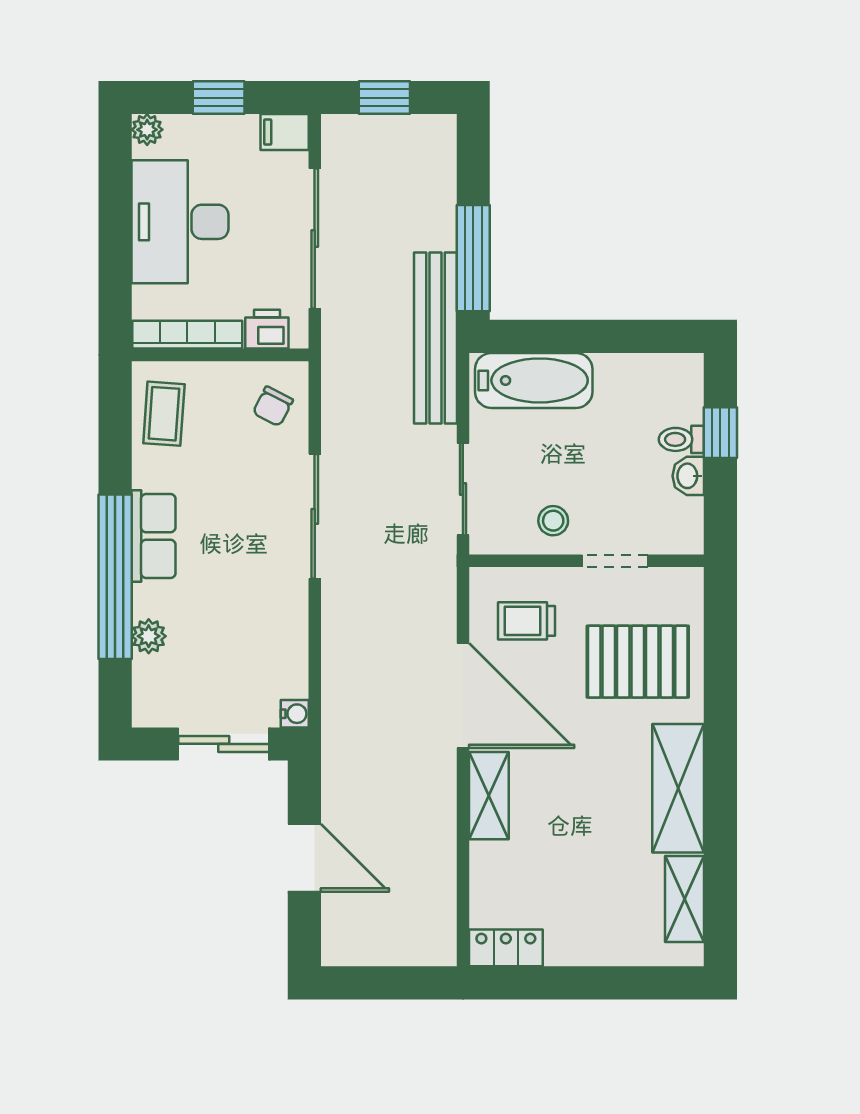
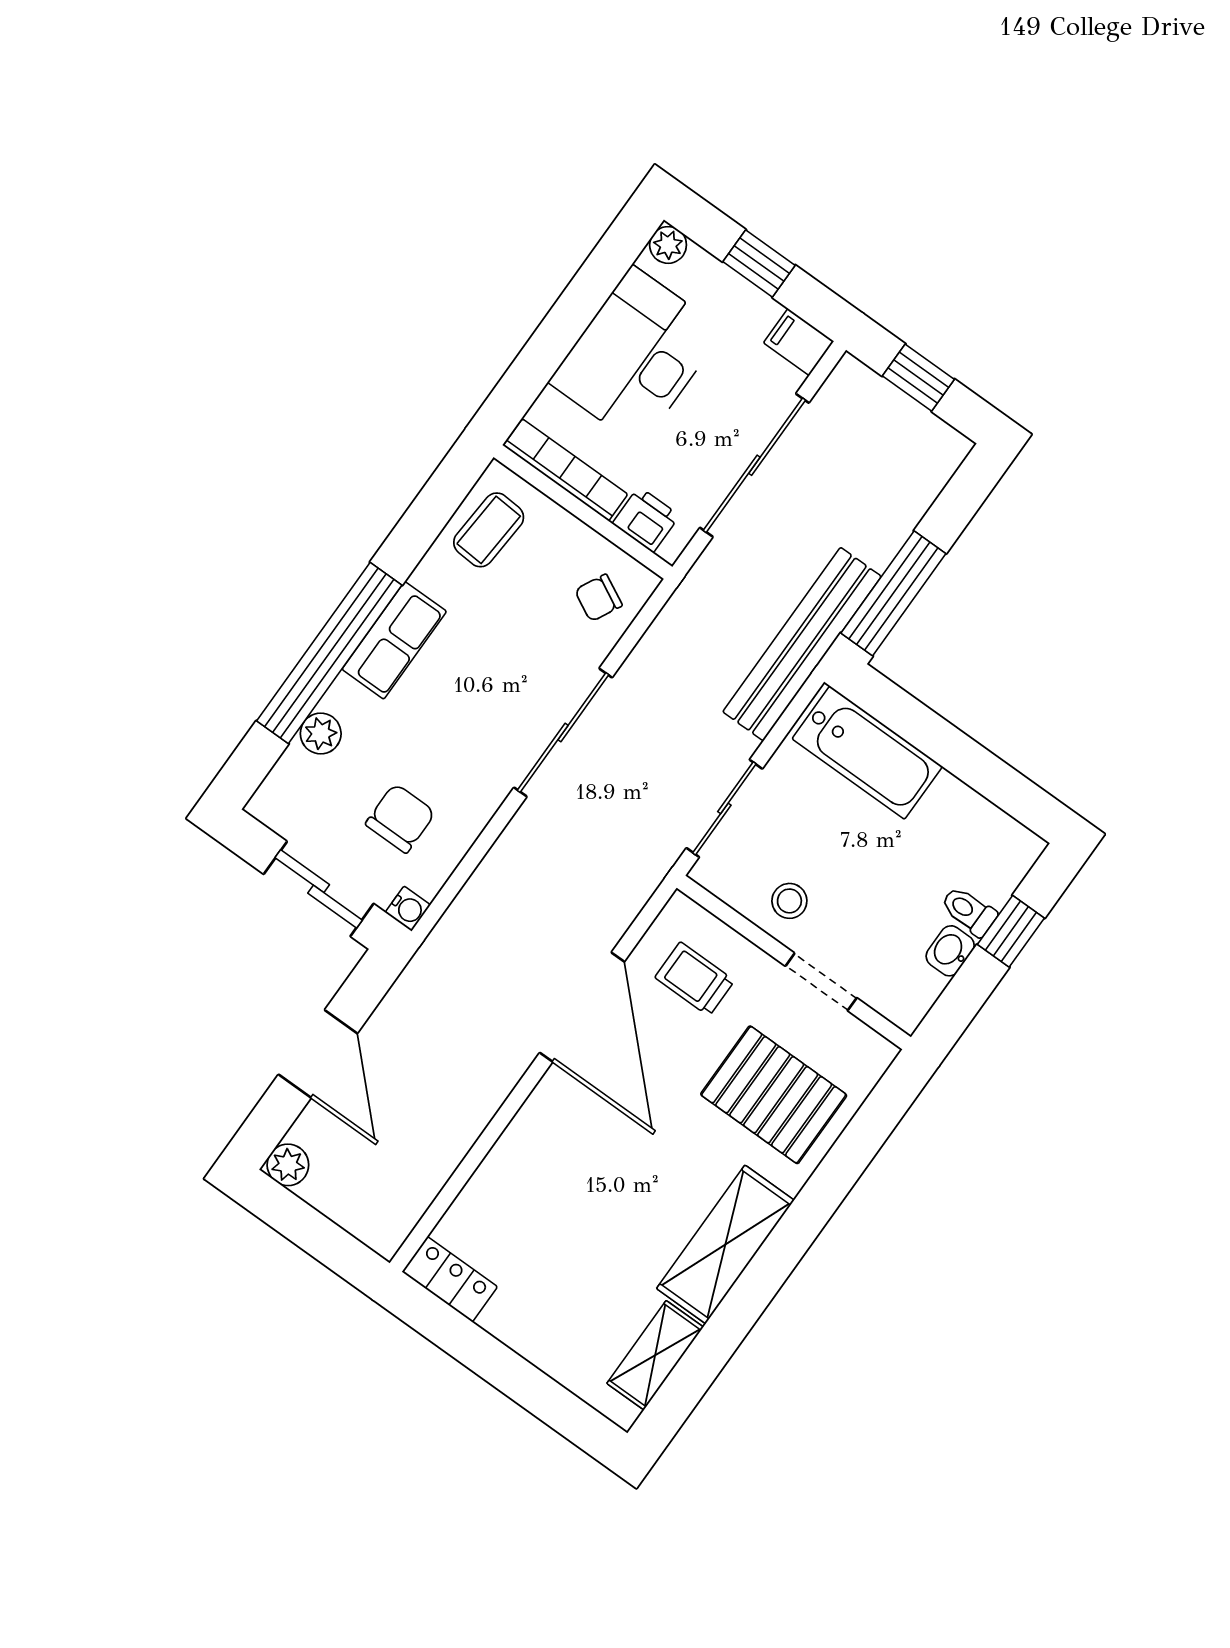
chair: (245, 655) -> (400, 818), added
shelving: (489, 796) -> (538, 1121), removed
plant: (338, 949) -> (288, 1165), added

